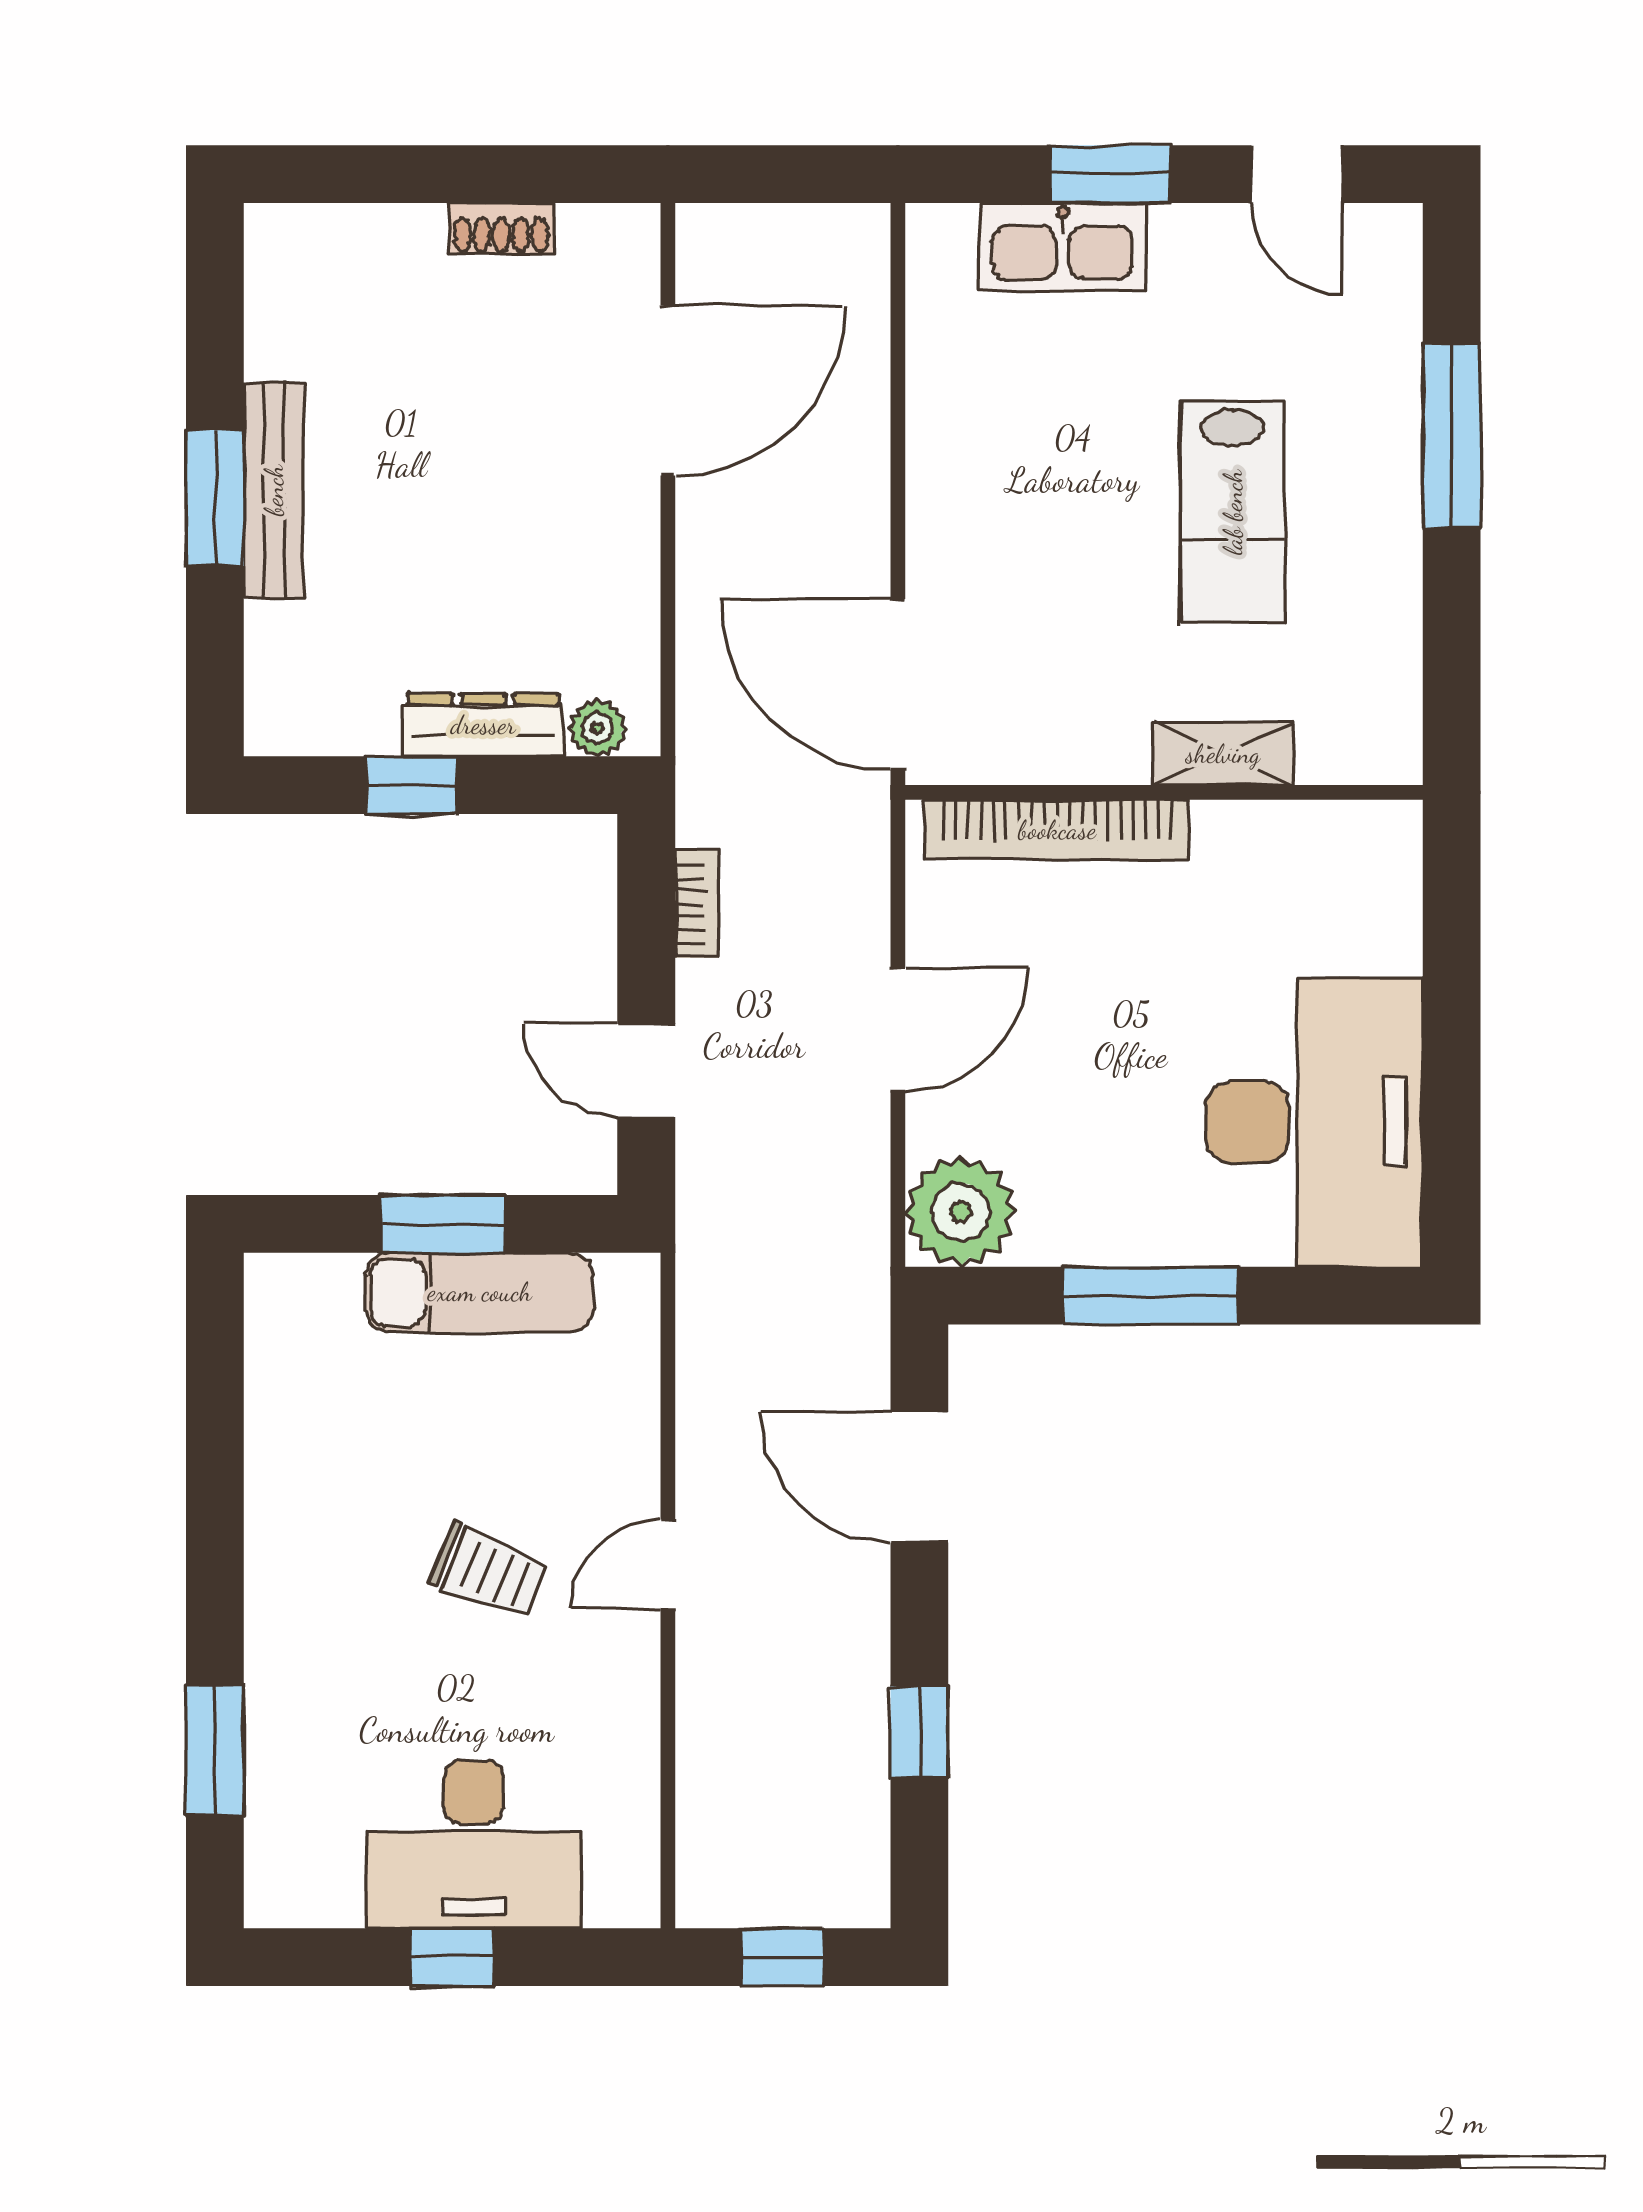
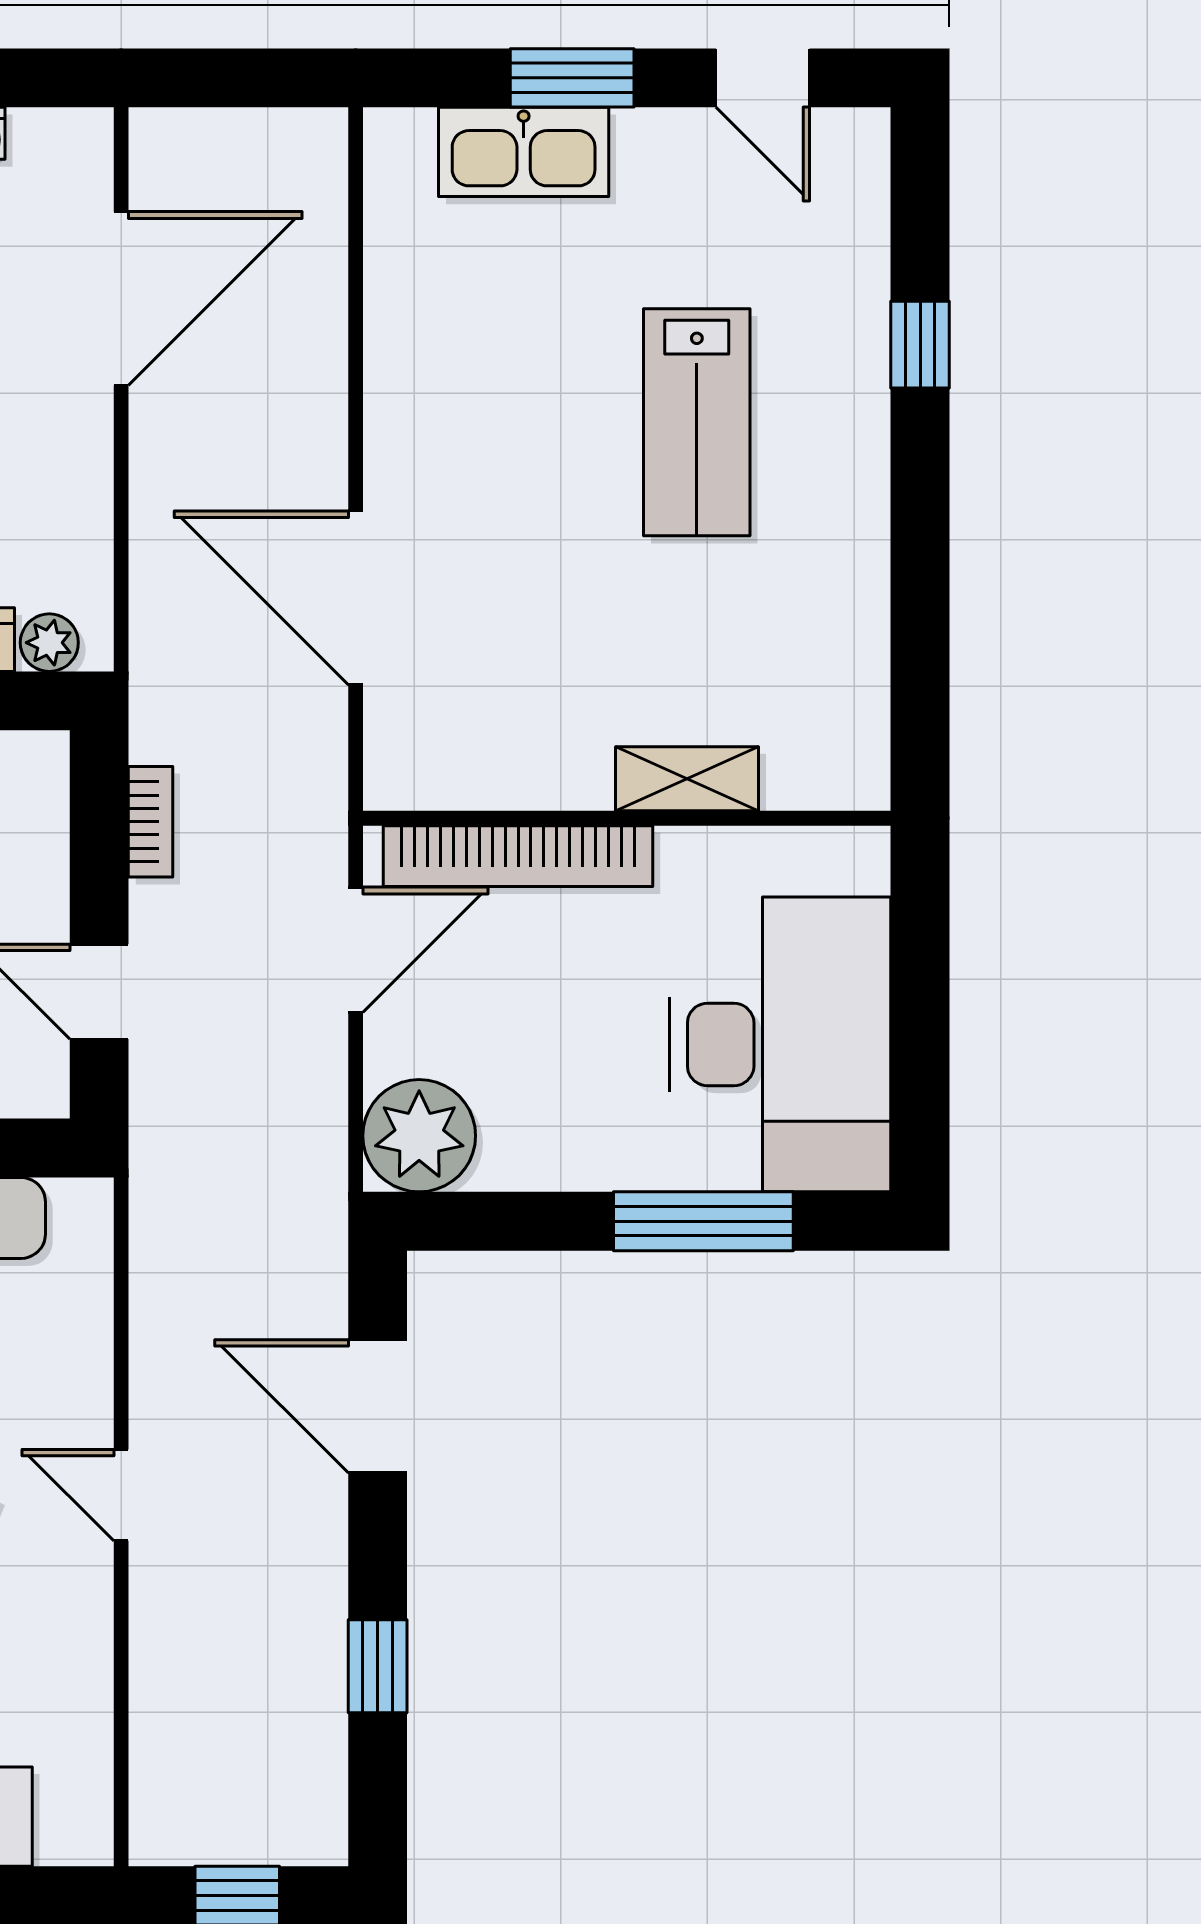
window: (1452, 436) -> (920, 345), width x0.46
shelving: (1223, 754) -> (687, 779), moved
wall: (1164, 792) -> (627, 818), moved
bookcase: (1057, 830) -> (518, 856), moved
window: (1151, 1296) -> (703, 1221), moved
door: (668, 1564) -> (121, 1495), hinge flipped

